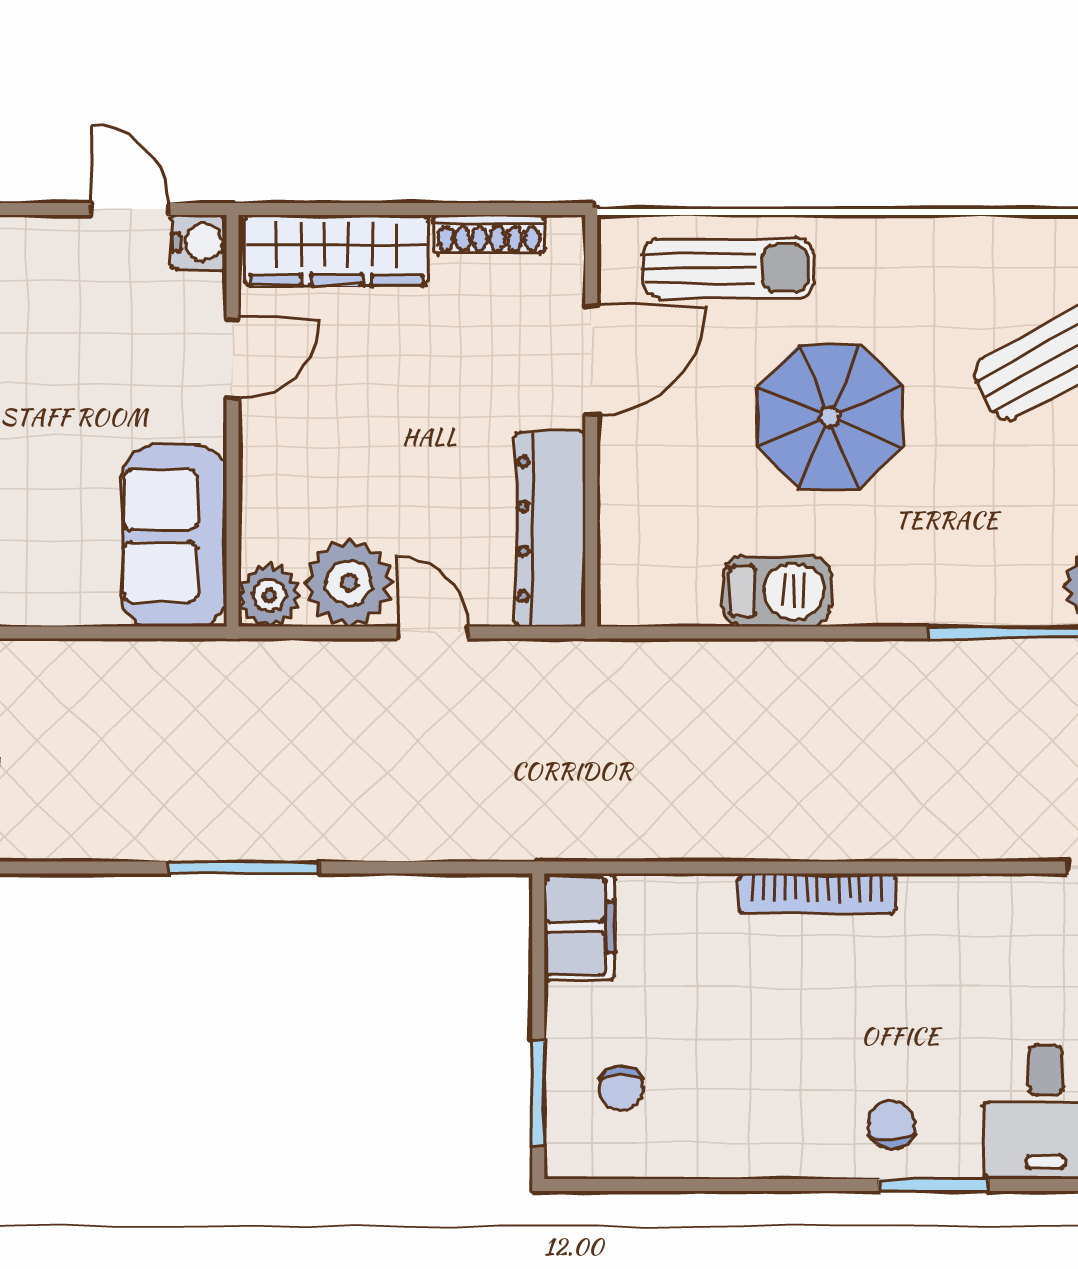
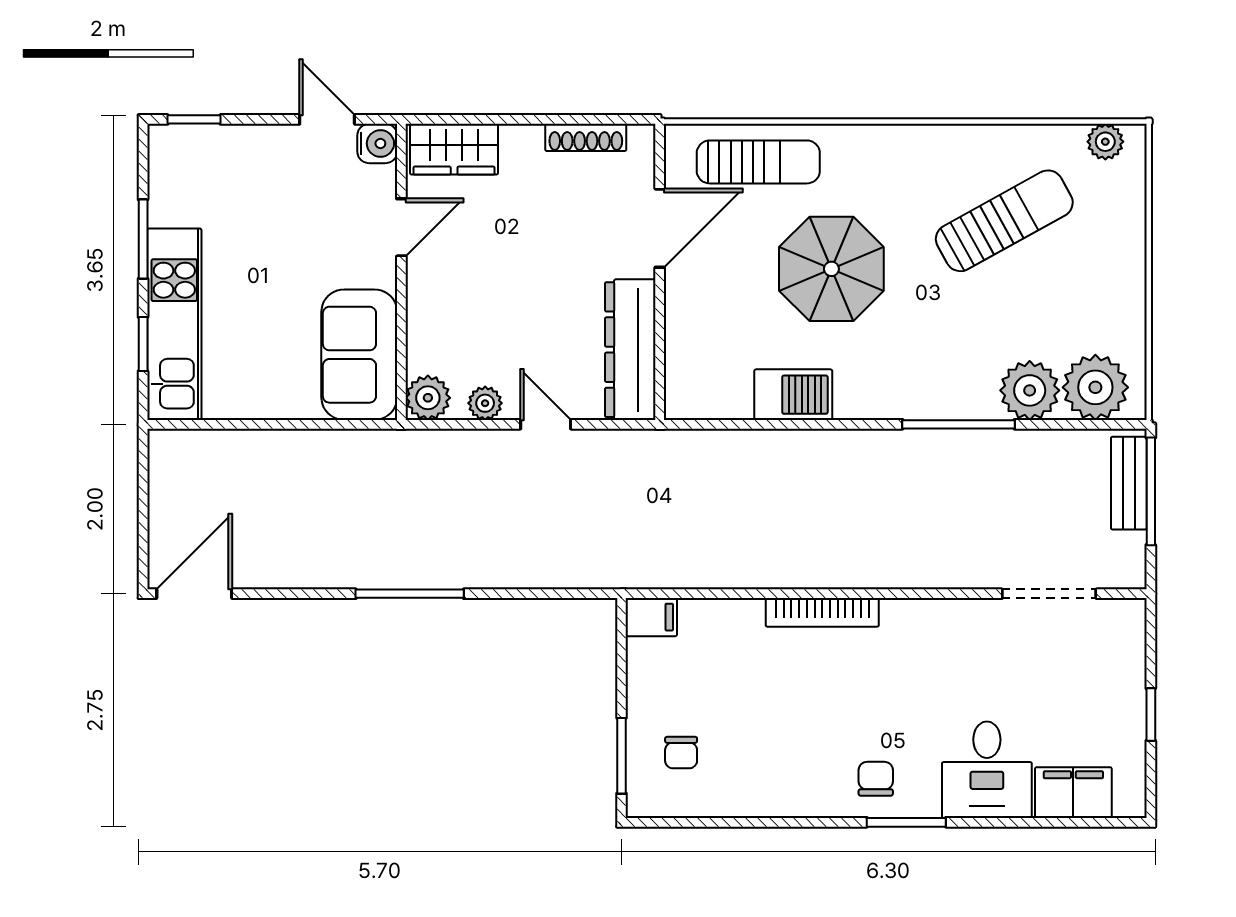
wardrobe: (336, 250) -> (454, 149), width x0.67
plant: (349, 583) -> (485, 403), width x0.53, depth x0.53
filing cabinet: (580, 927) -> (651, 617), width x0.50

